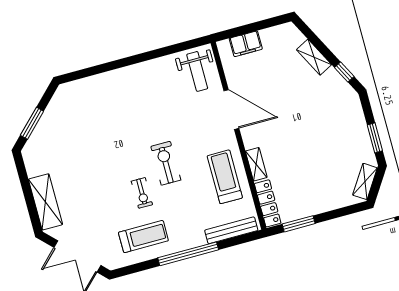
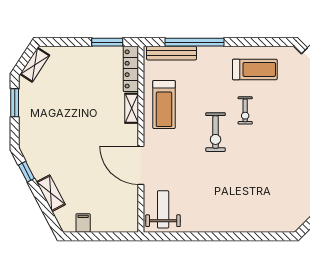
filing cabinet: (246, 44) -> (83, 223), moved, width x0.50
exercise bike: (142, 193) -> (245, 110), turned 180
treadmill: (143, 237) -> (255, 69), turned 180
window: (188, 254) -> (195, 42), moved

